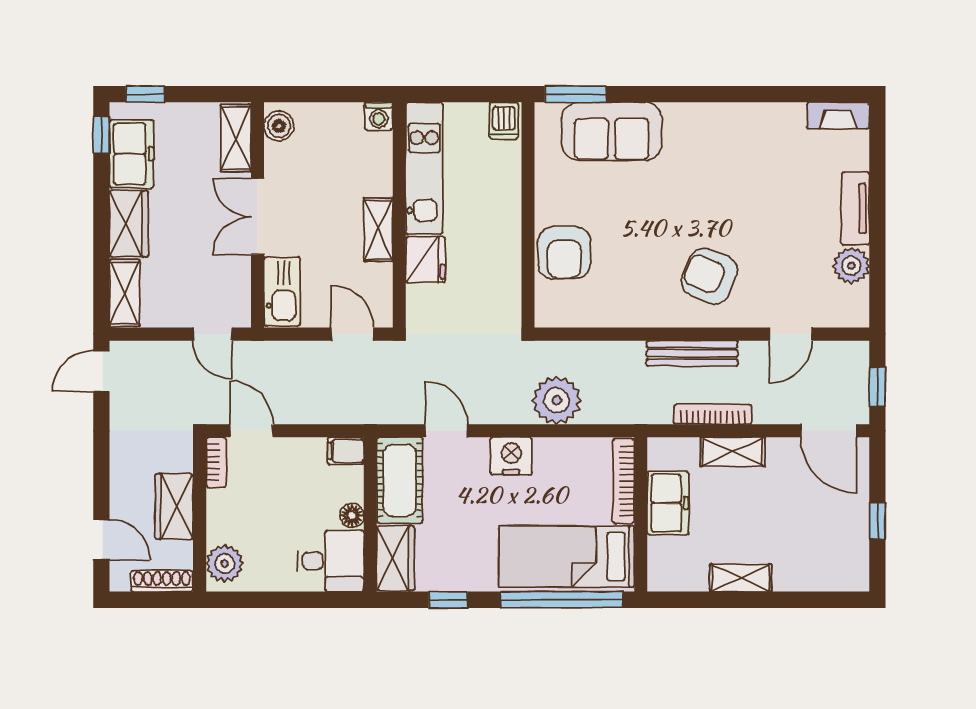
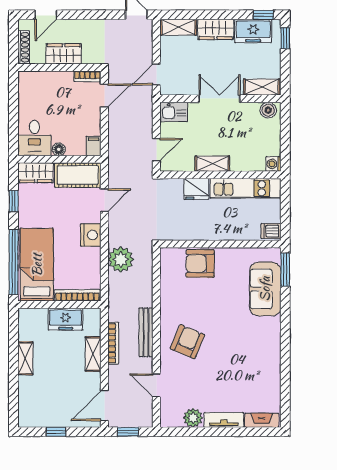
fireplace: (838, 116) -> (262, 420), moved, turned 90
kitchen sink: (282, 292) -> (174, 112), width x0.73
plant: (225, 564) -> (33, 81), removed

